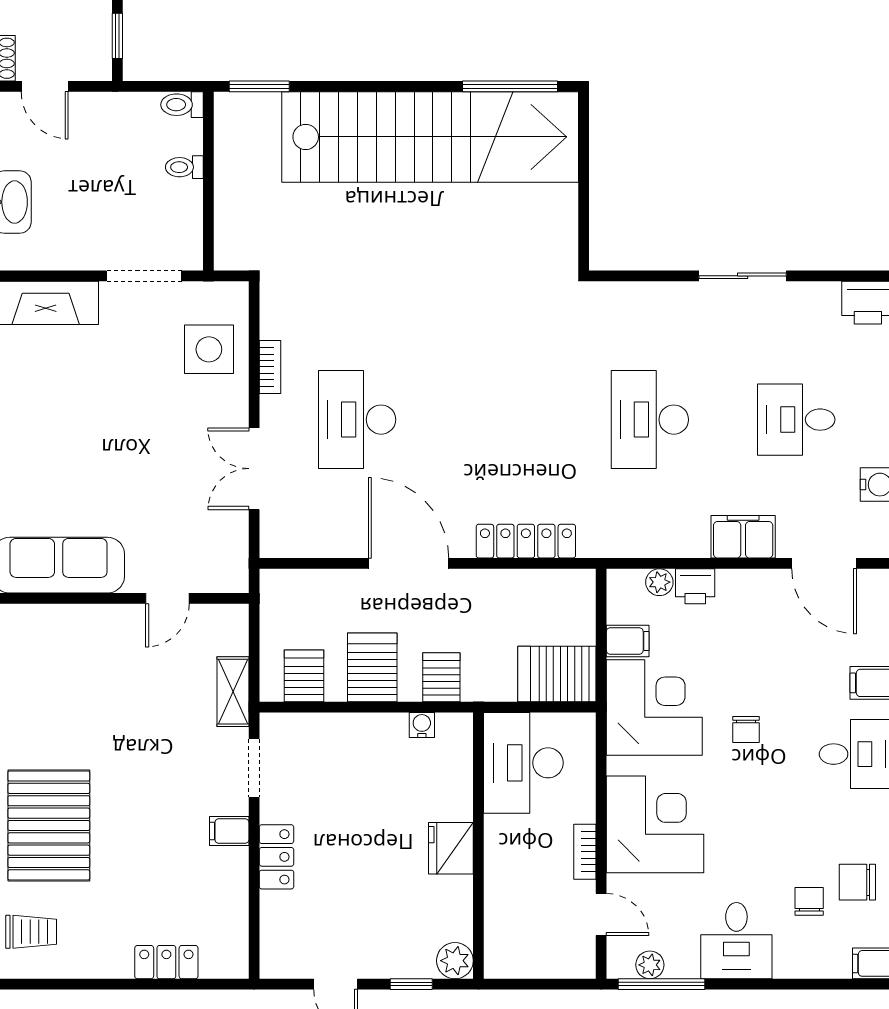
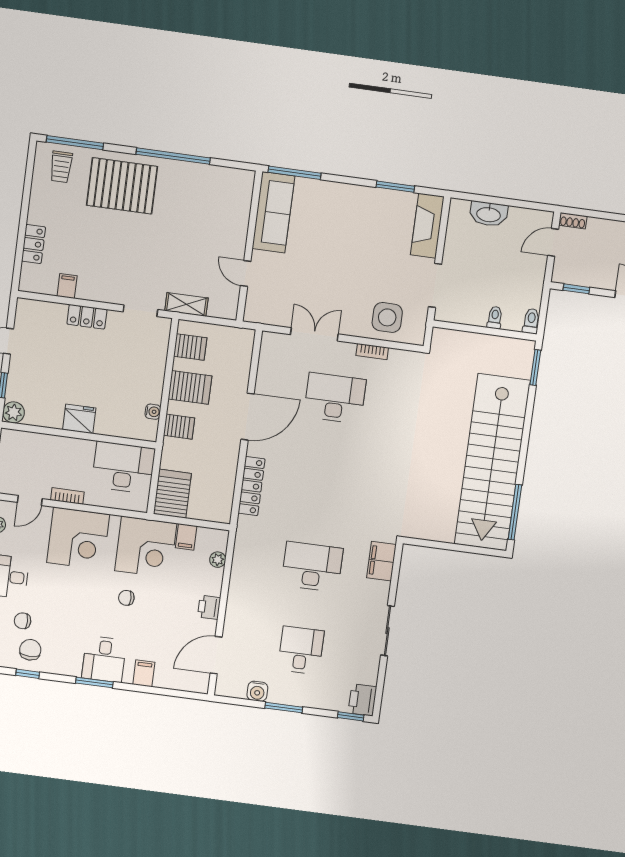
filing cabinet: (743, 537) -> (382, 561), moved, turned 180
printer: (695, 586) -> (209, 607), moved
filing cabinet: (229, 831) -> (67, 286), moved
chair: (809, 901) -> (23, 621), turned 180

